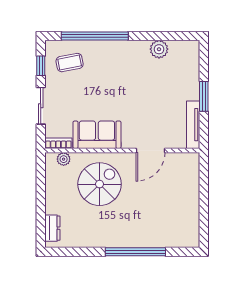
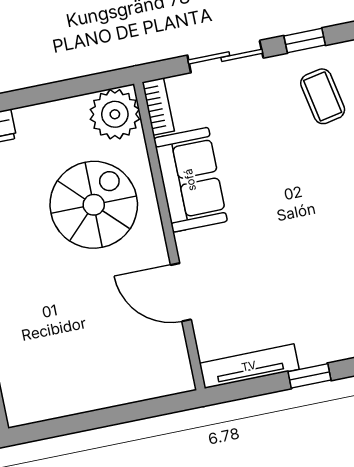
window: (204, 96) -> (309, 376), width x0.67
plant: (64, 159) -> (115, 114), width x1.88, depth x1.88
spiral stairs: (100, 184) -> (94, 205), turned -90

